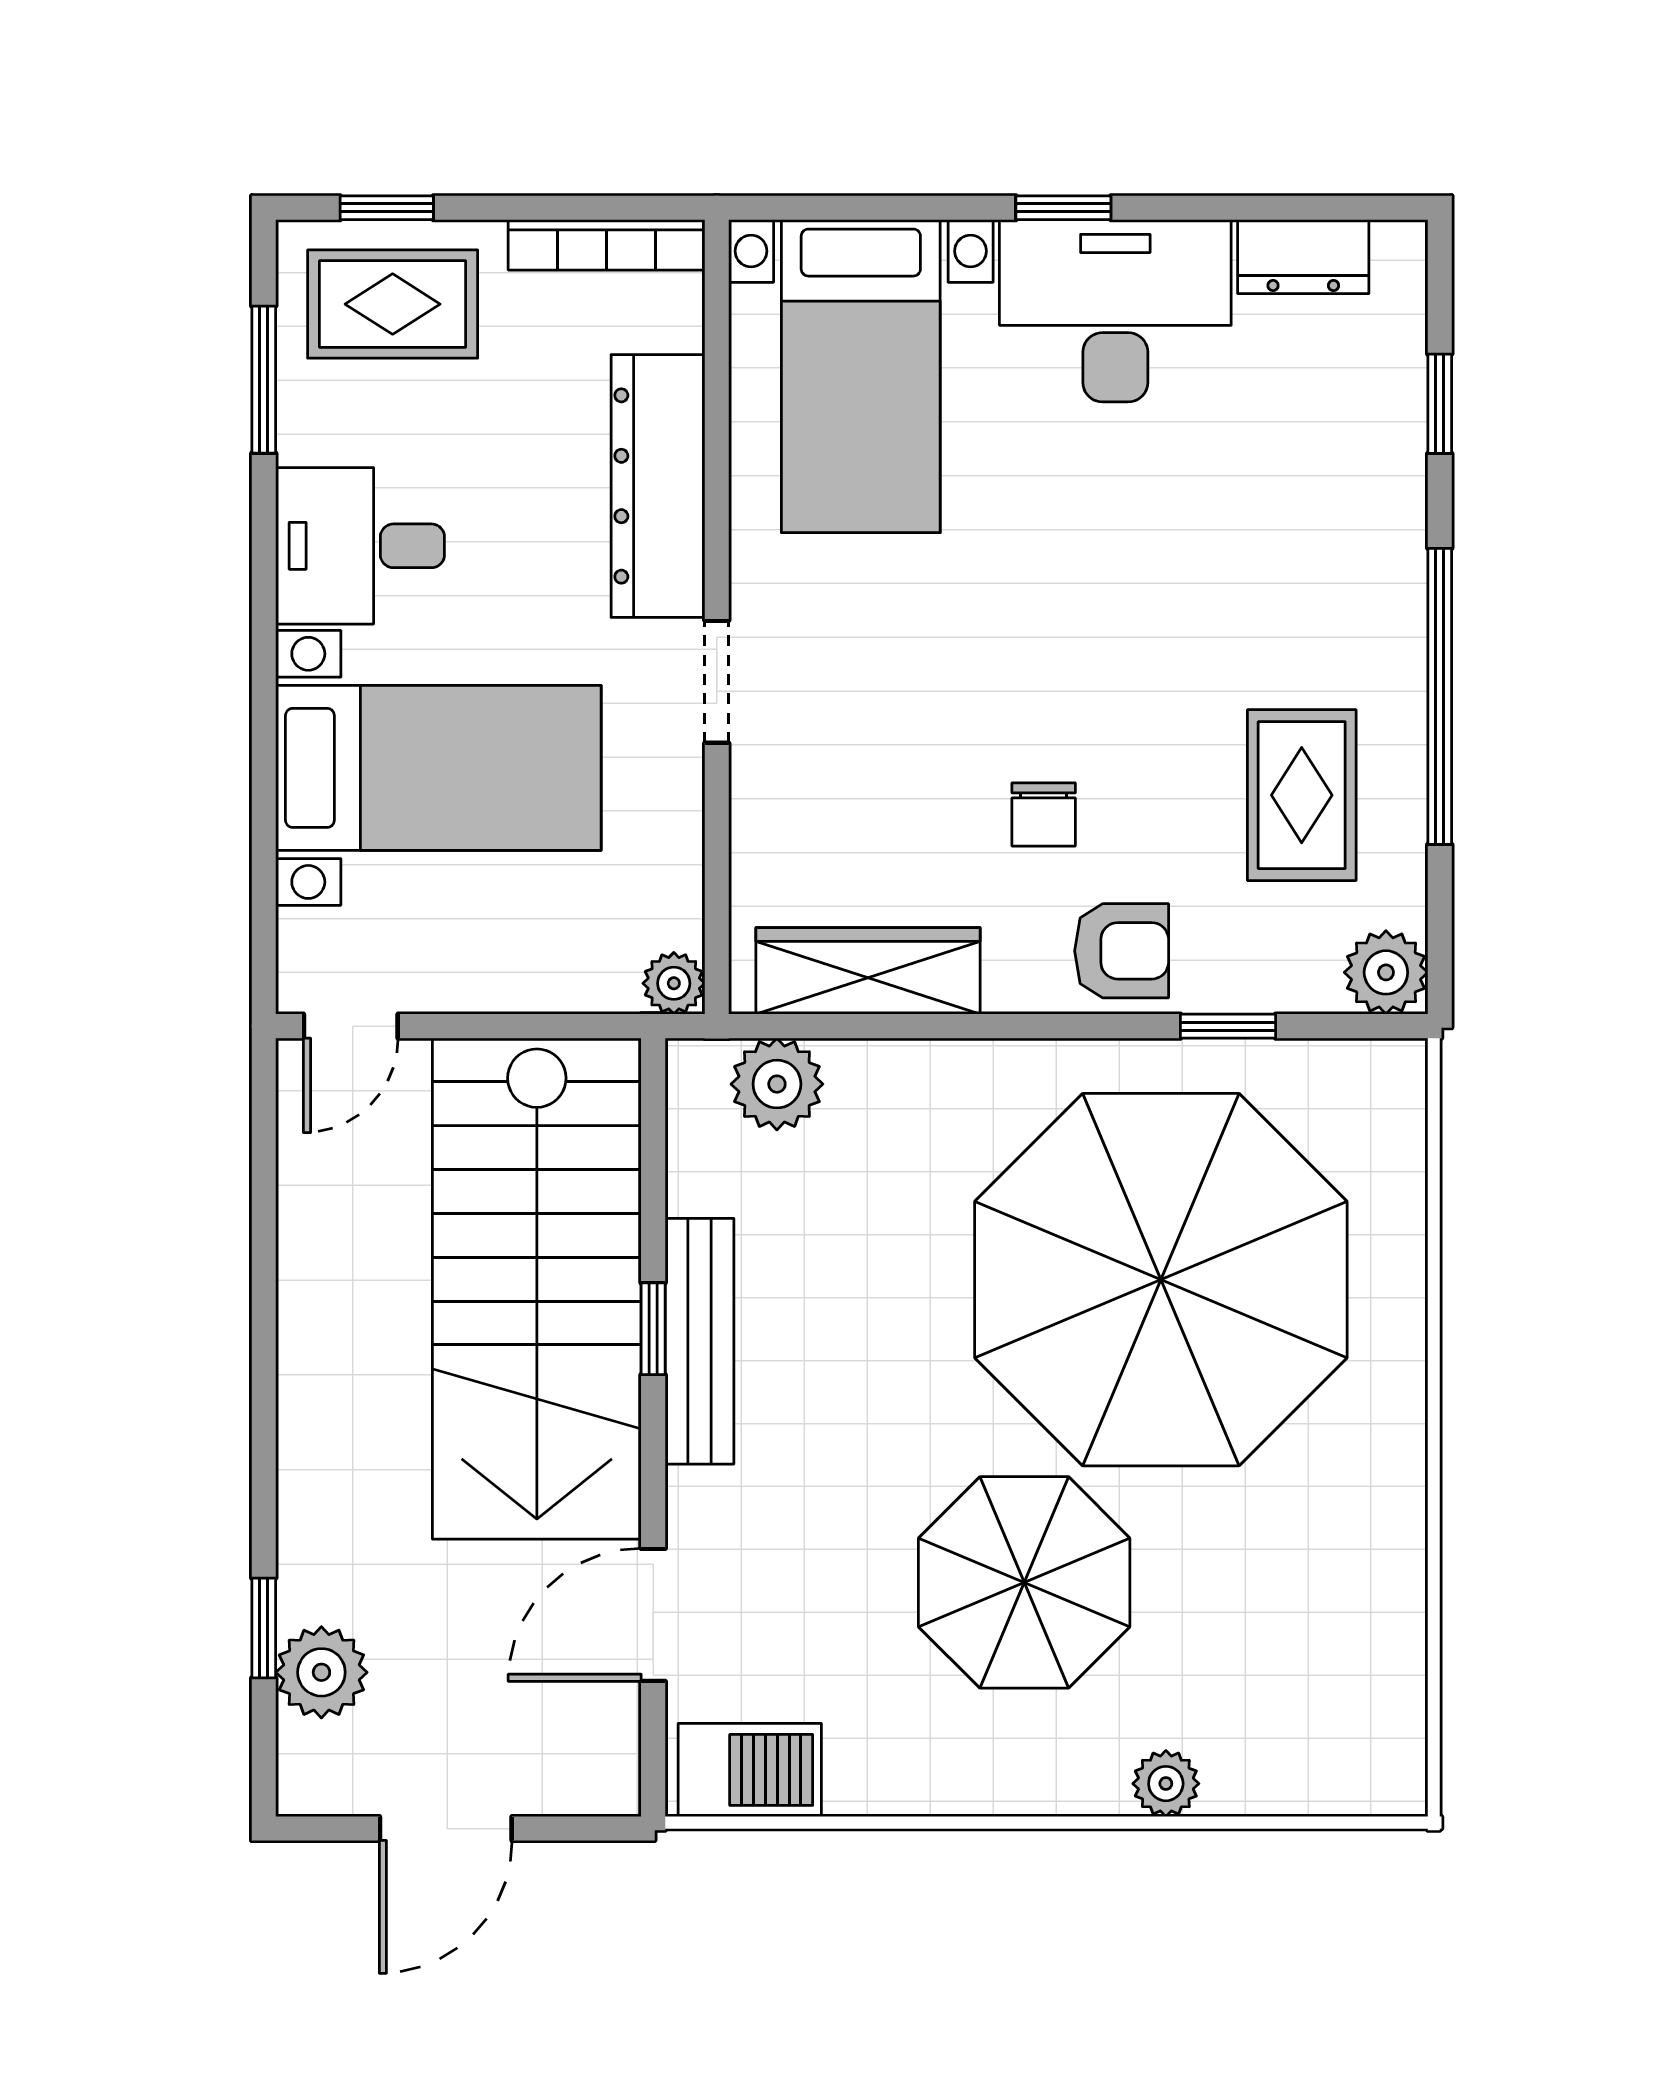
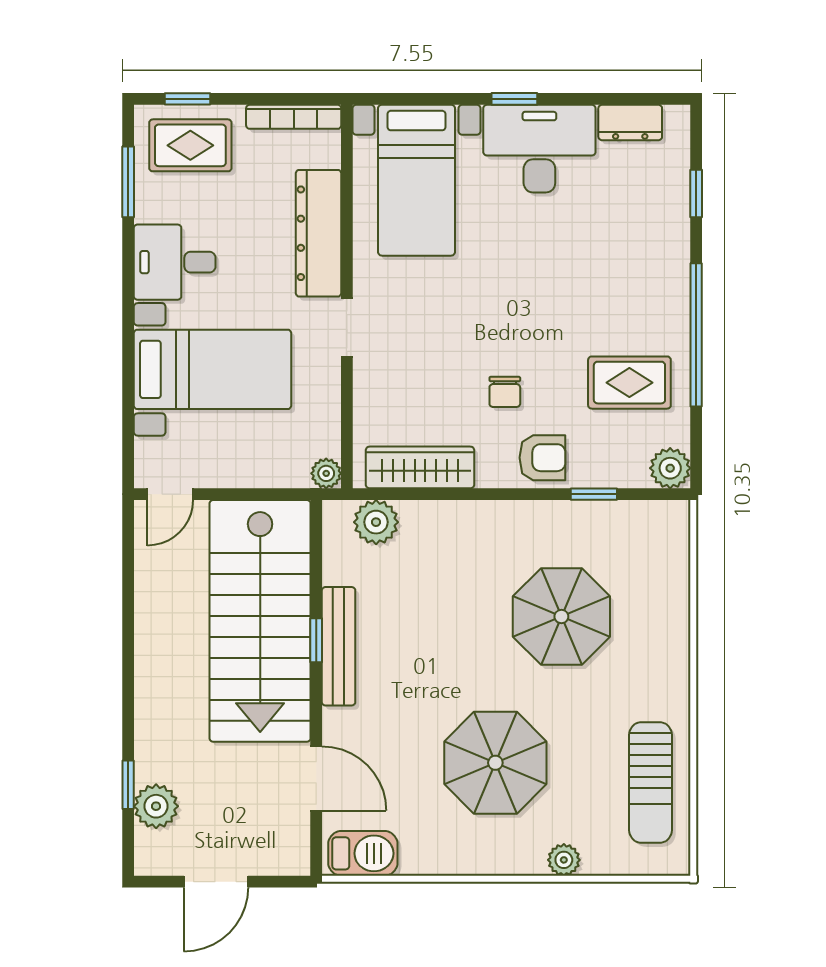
rug: (1302, 795) -> (629, 383), turned 90
parasol: (1161, 1280) -> (561, 617), width x0.54, depth x0.54
door: (653, 1615) -> (316, 778), swing flipped
sun lounger: (1345, 1623) -> (650, 783), added

